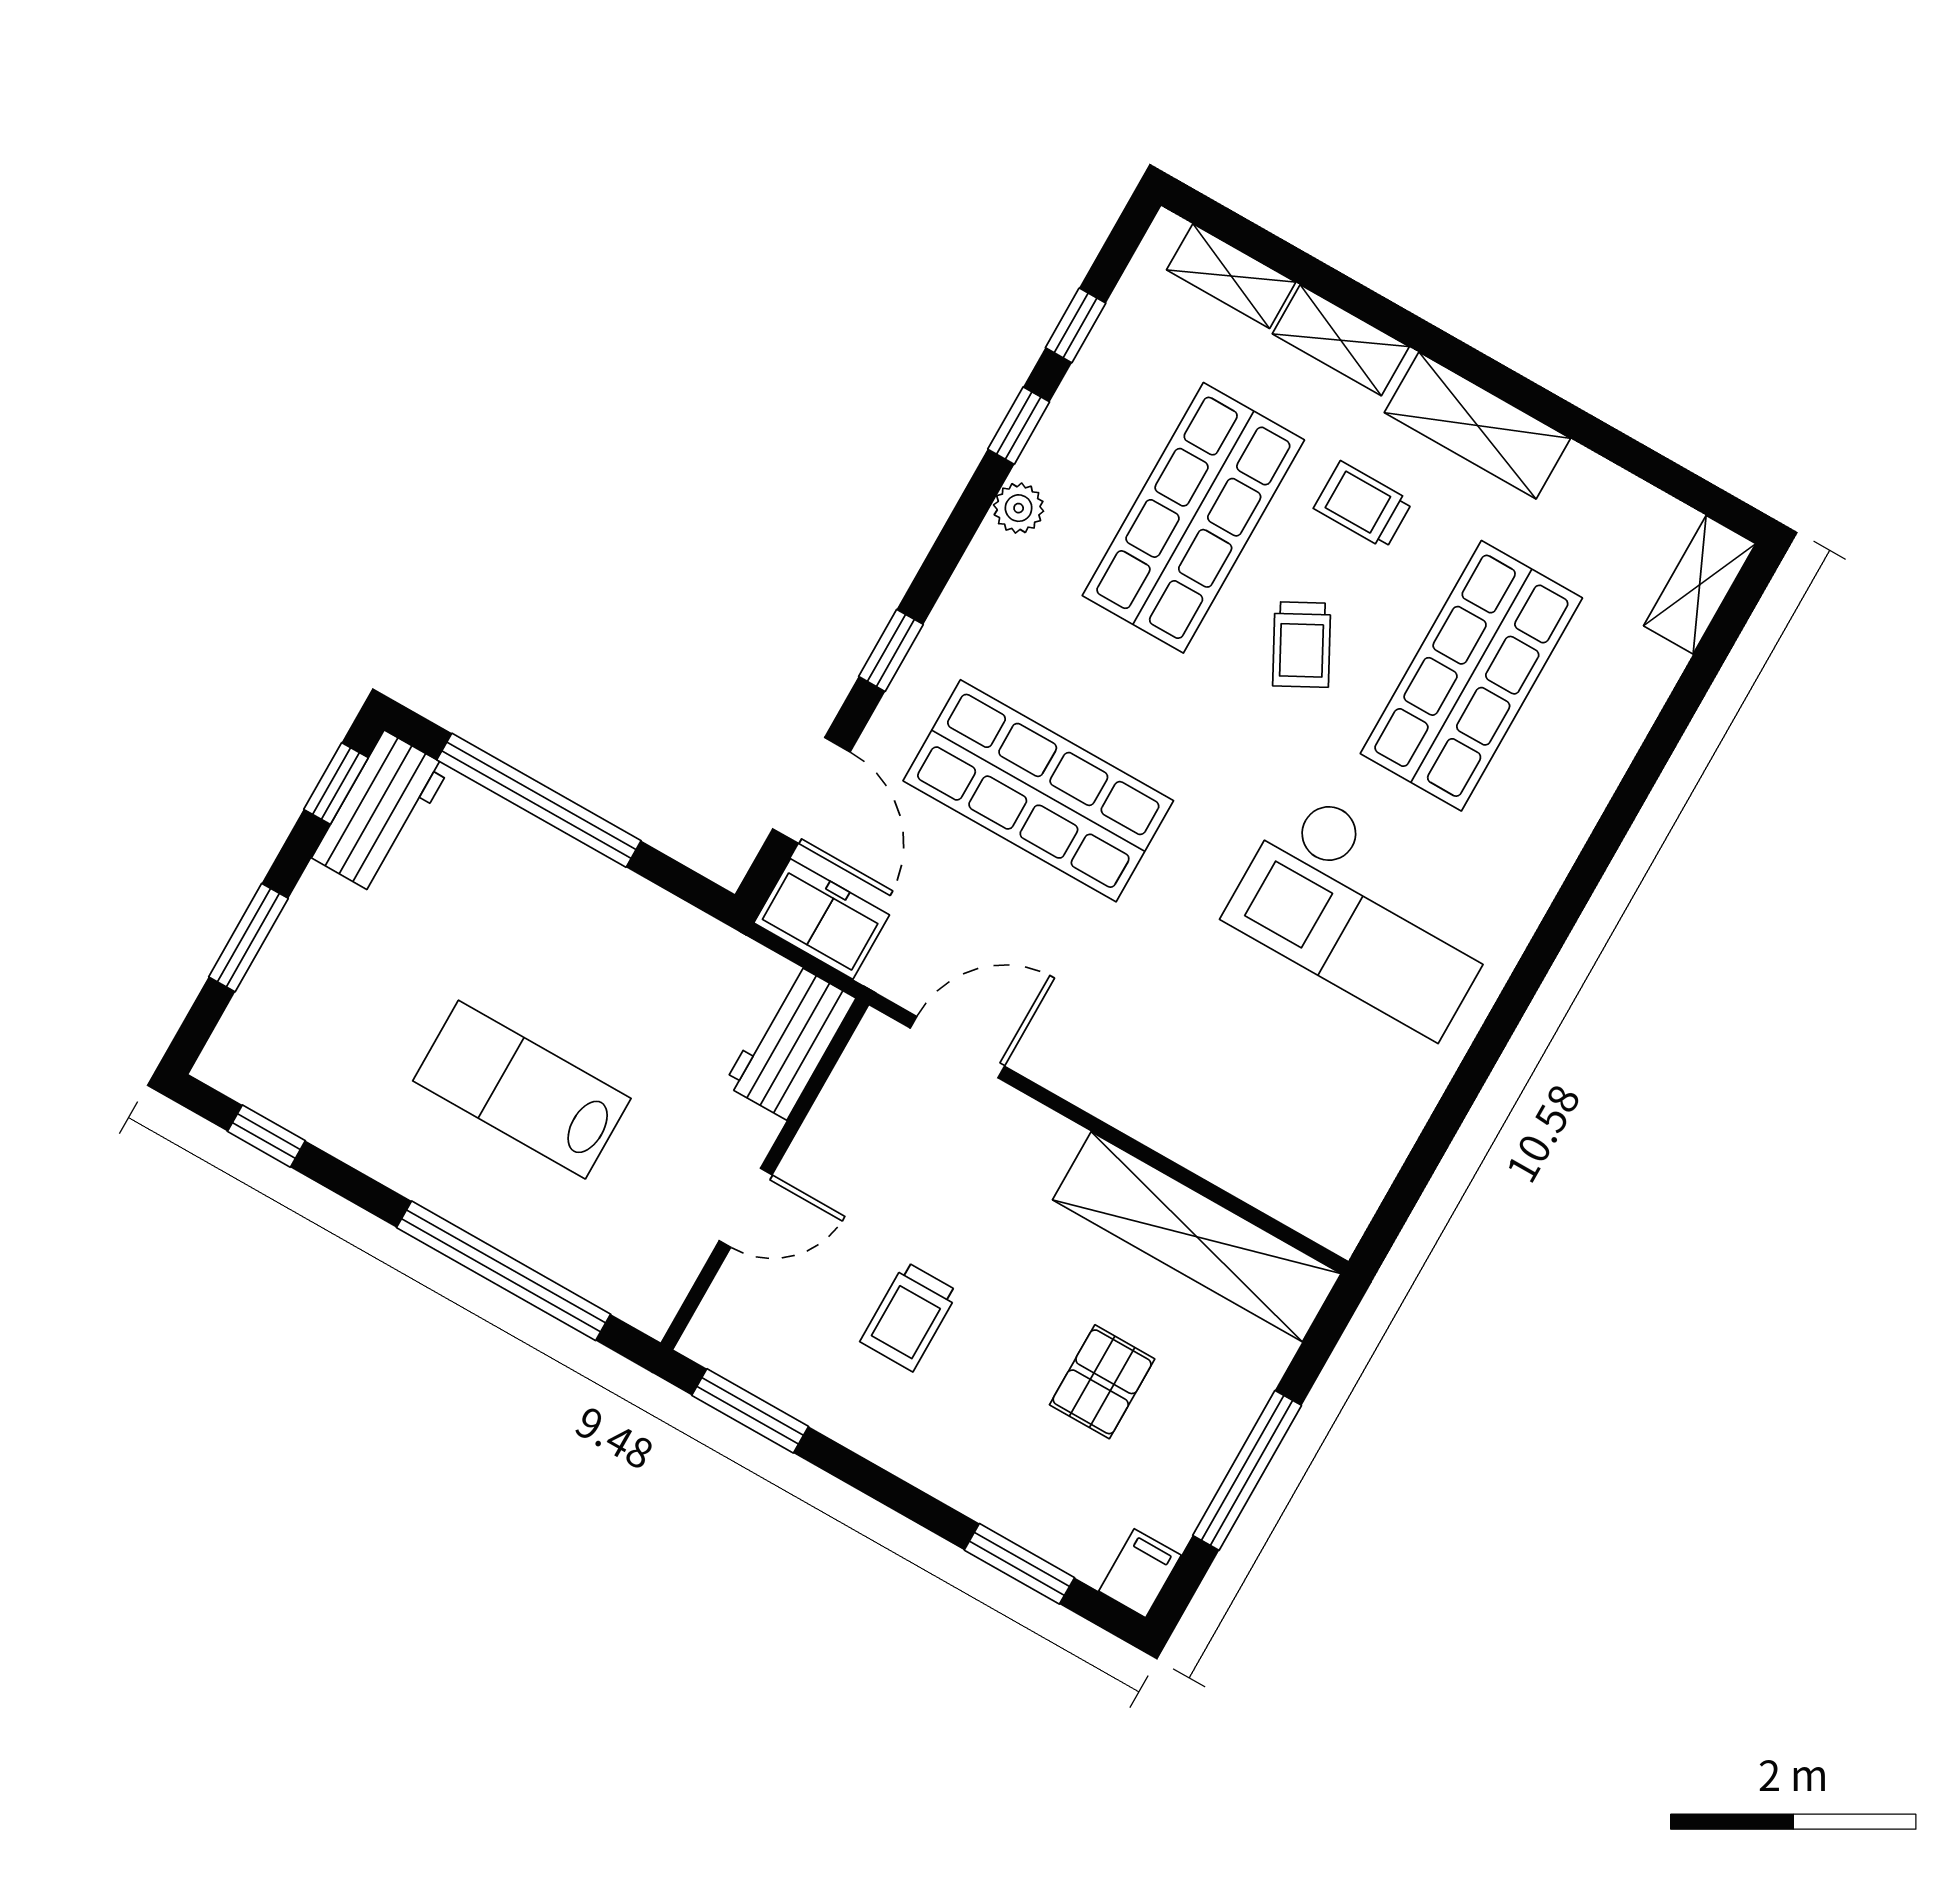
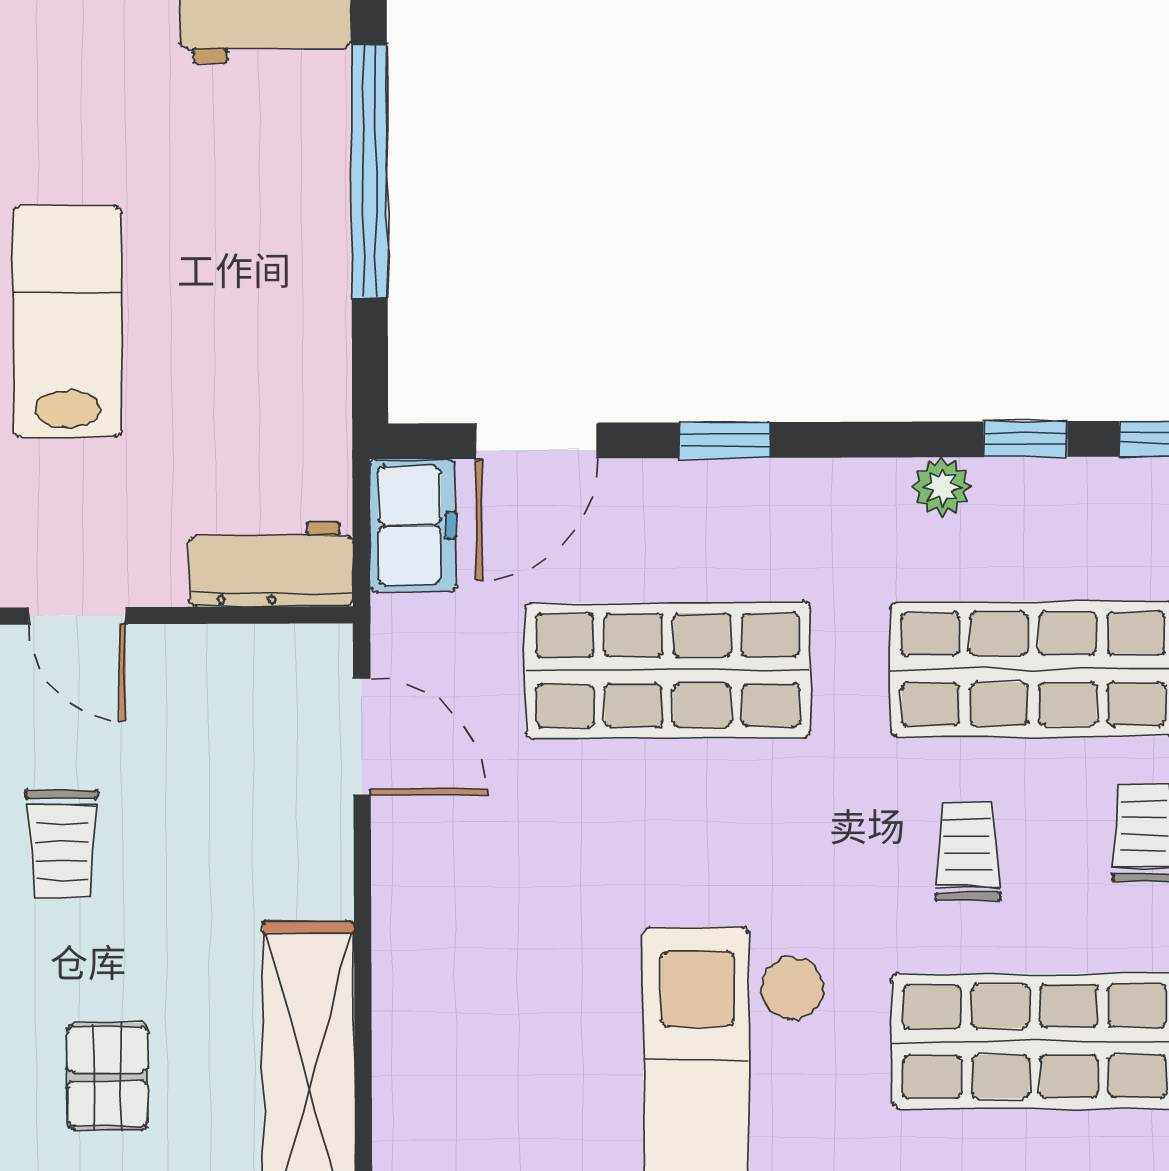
trolley: (1302, 644) -> (968, 852), turned 118
shop shelf: (1038, 791) -> (668, 670), turned 90
trolley: (909, 1317) -> (62, 844), turned -90
pallet: (1102, 1382) -> (108, 1077), turned 90

